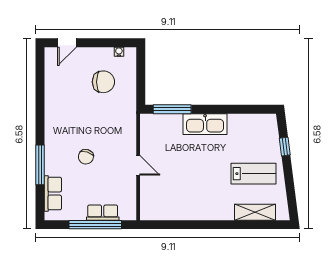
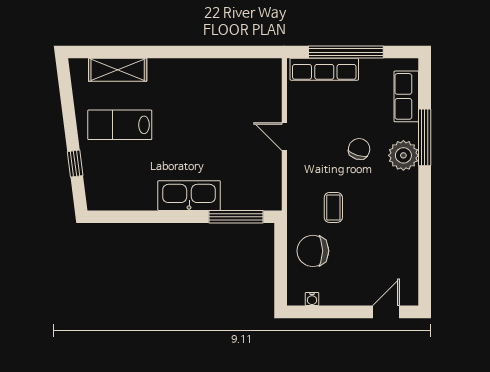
chair: (103, 82) -> (313, 251), moved
coffee table: (104, 116) -> (333, 207), added
plant: (55, 152) -> (403, 155), added
row of seats: (103, 213) -> (324, 69), width x1.48

